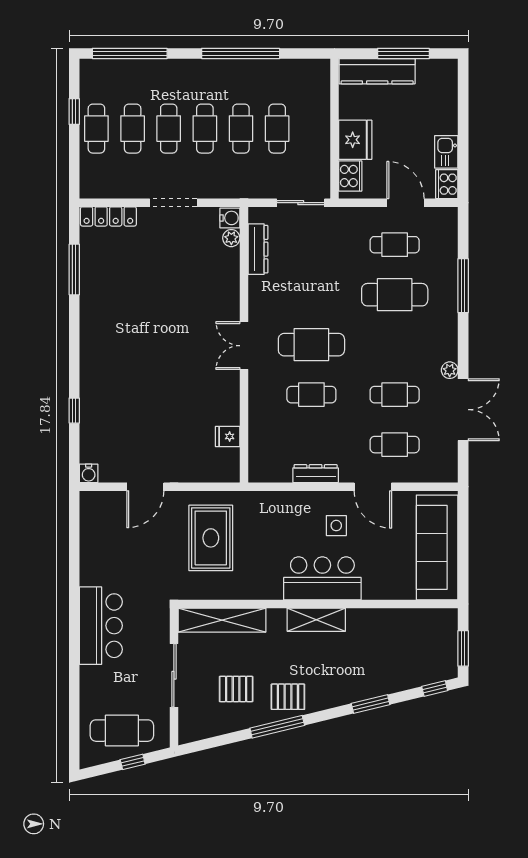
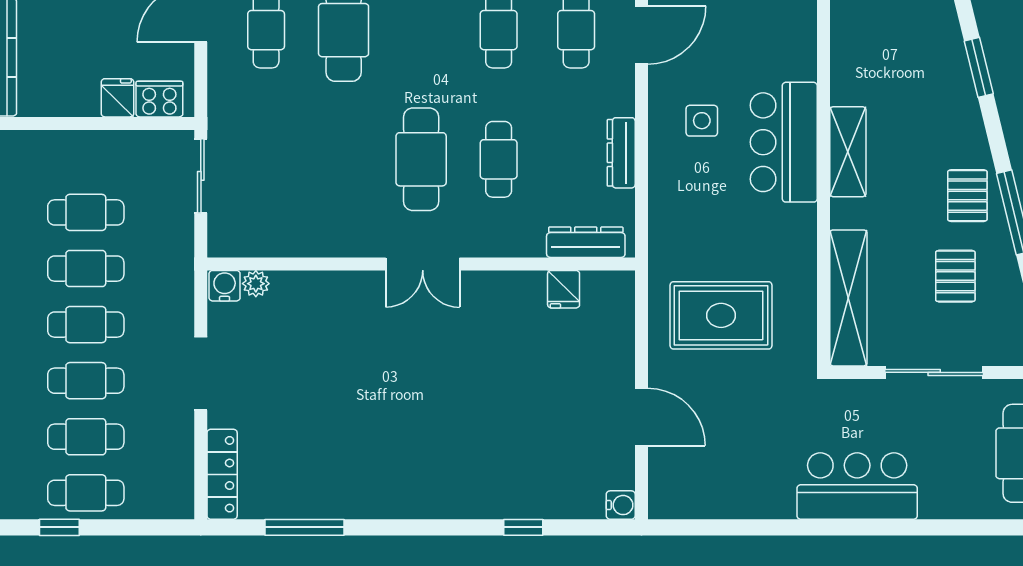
fridge: (355, 140) -> (117, 98), width x0.53, depth x0.75
dresser: (258, 249) -> (586, 242), moved
door: (373, 487) -> (641, 35), moved

